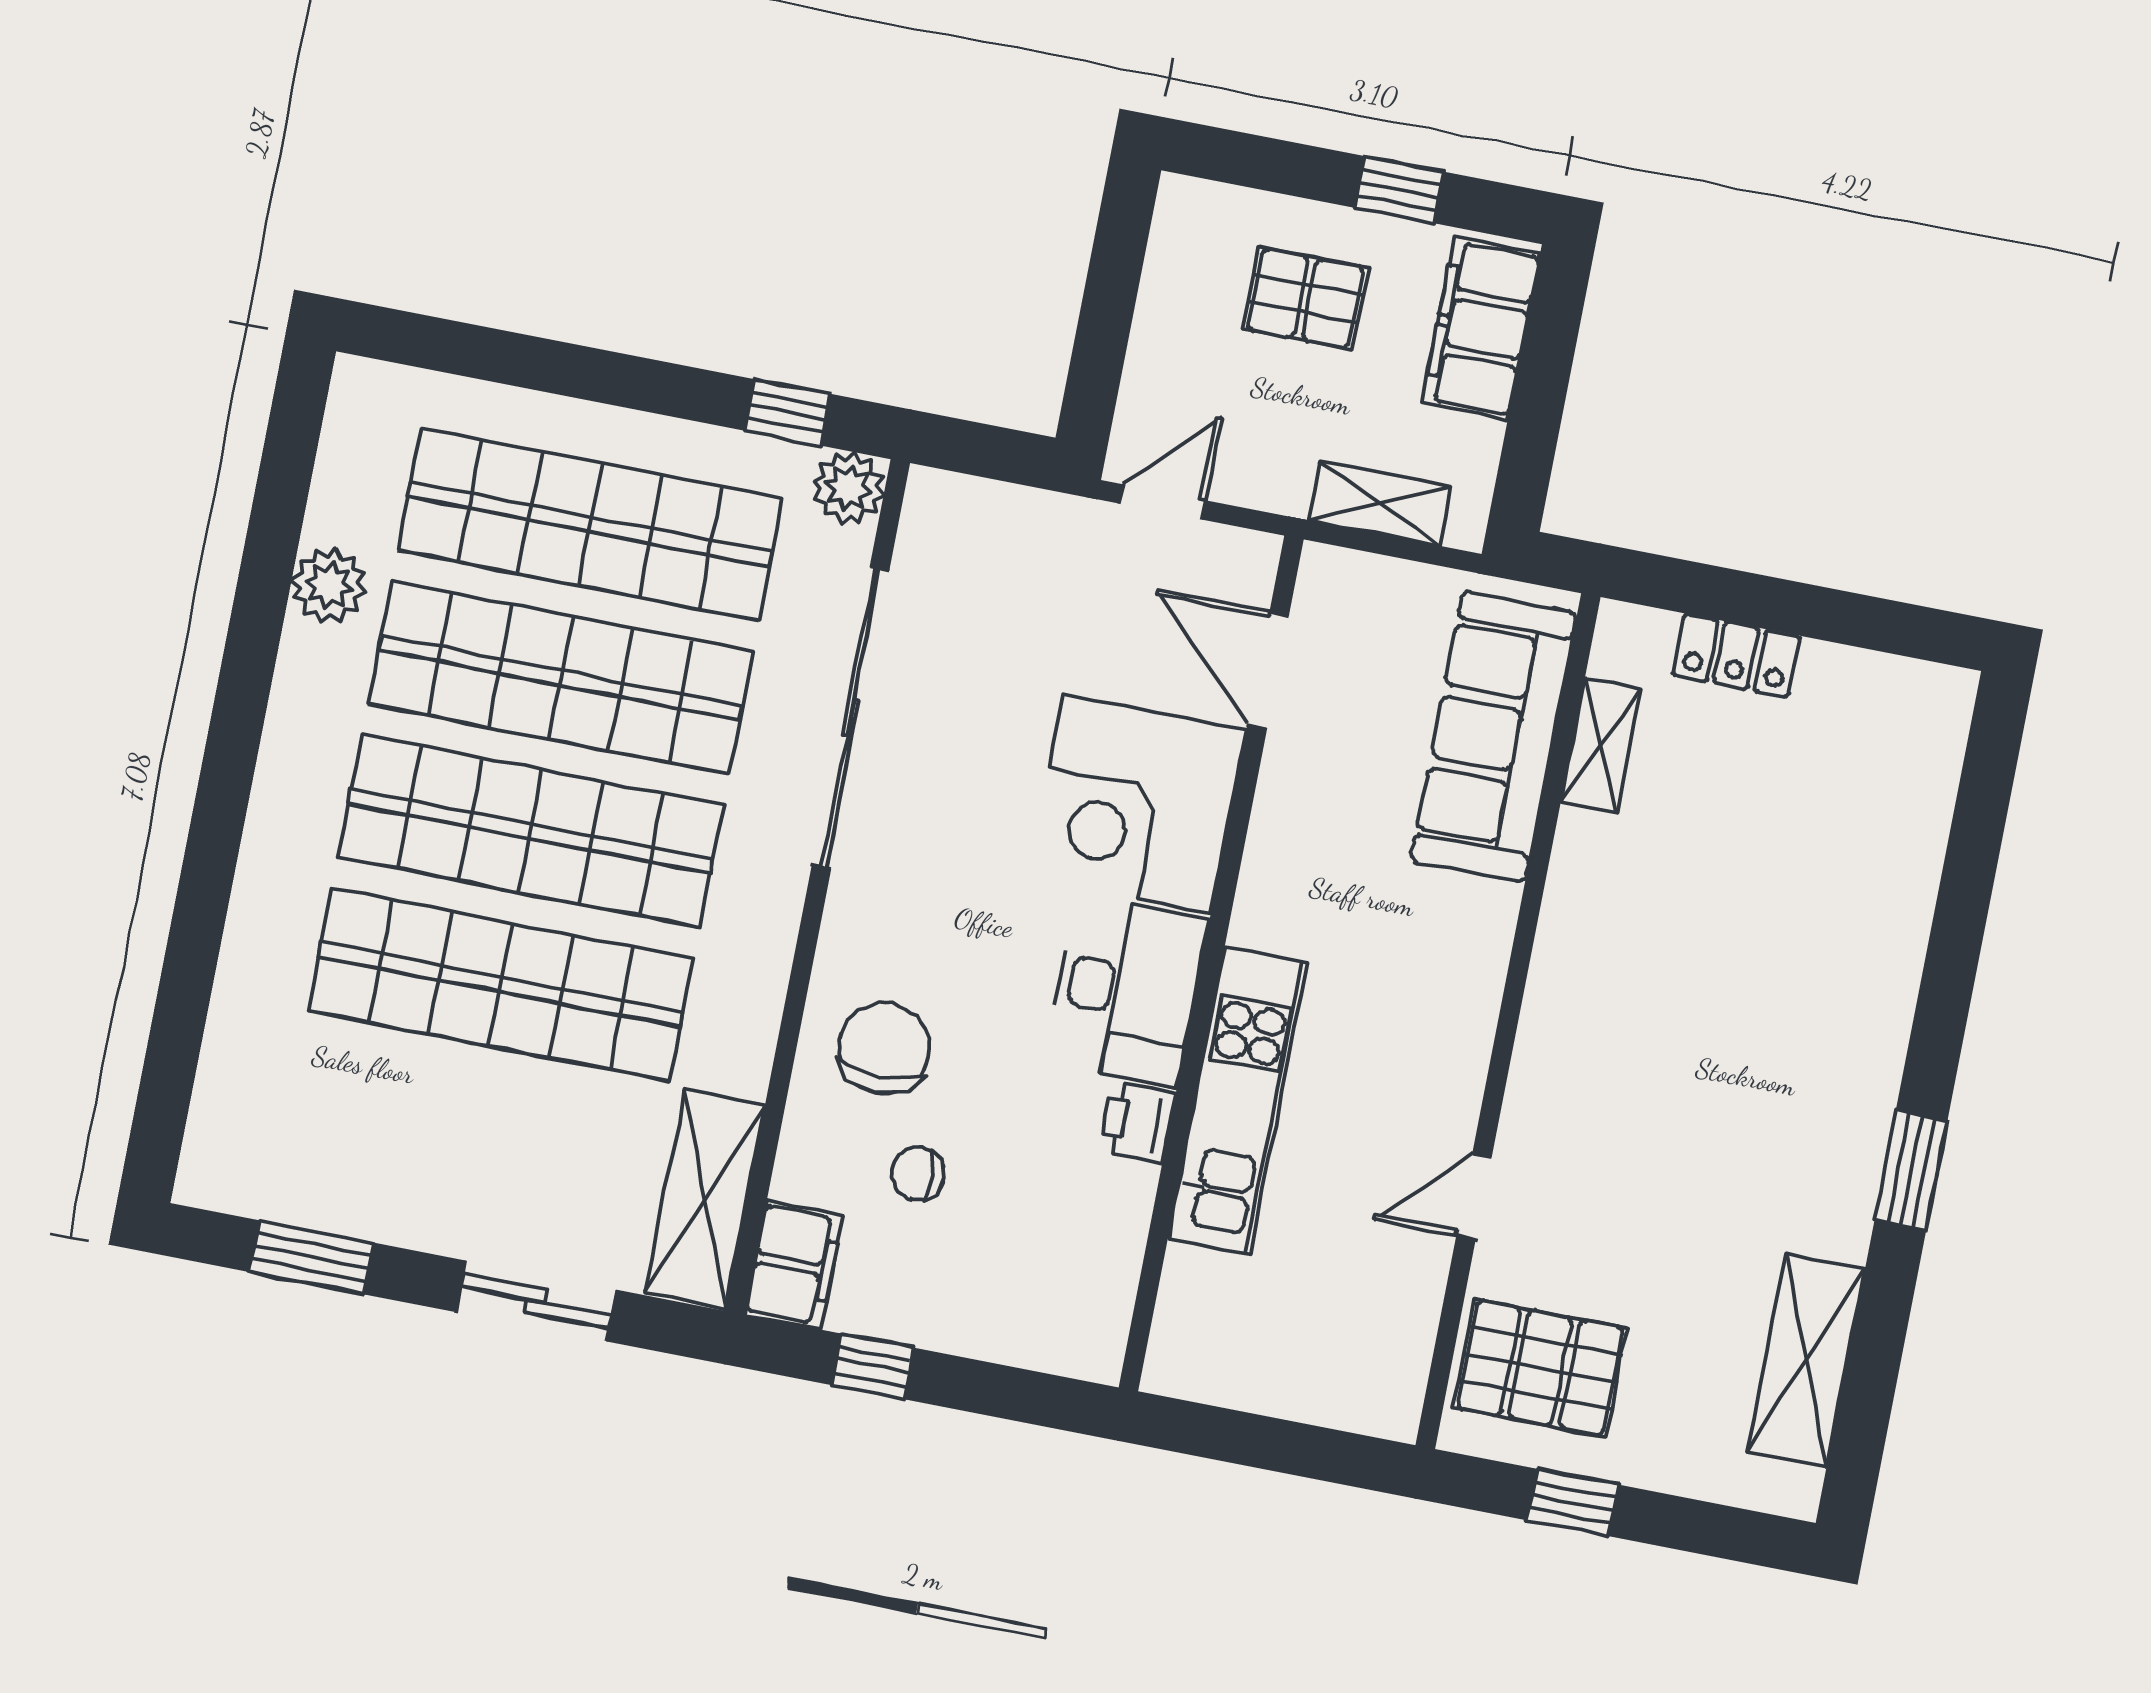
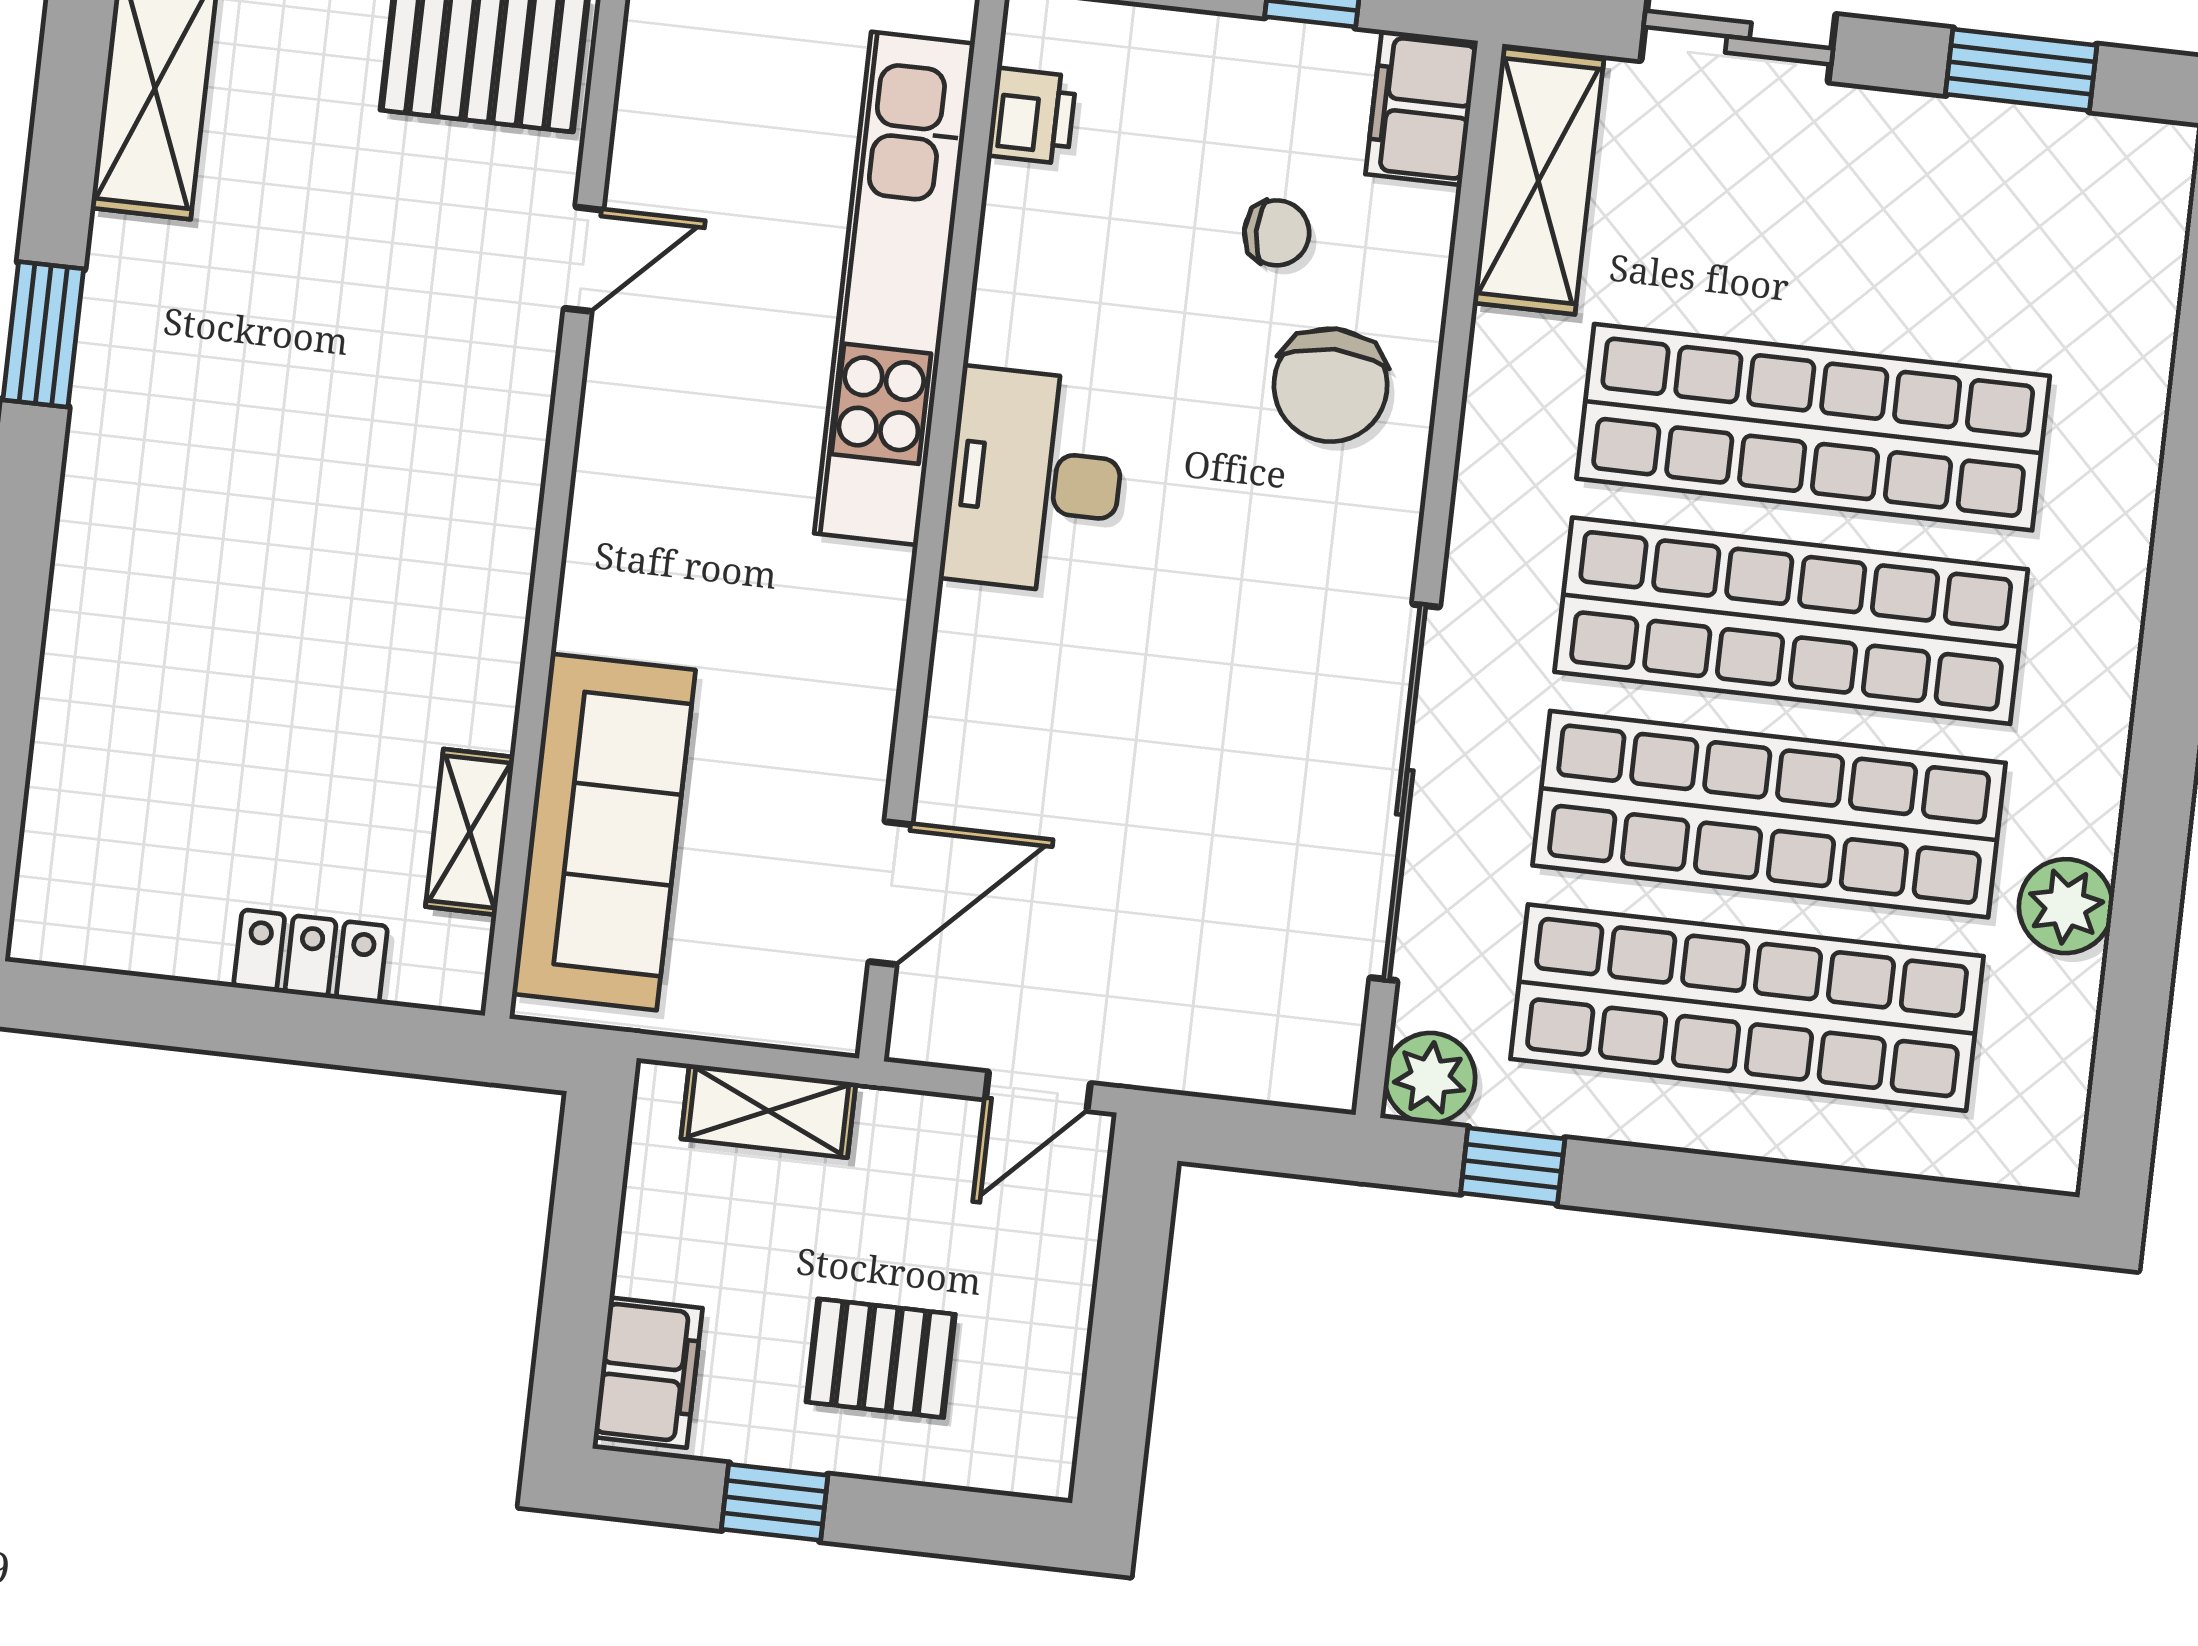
filing cabinet: (1481, 328) -> (648, 1373), width x0.67, depth x0.86
door: (1268, 670) -> (890, 893), hinge flipped
corner desk: (1137, 804) -> (1041, 714), removed
kitchen unit: (1237, 1100) -> (894, 288), width x1.36
printer: (1138, 1122) -> (1032, 116), moved

